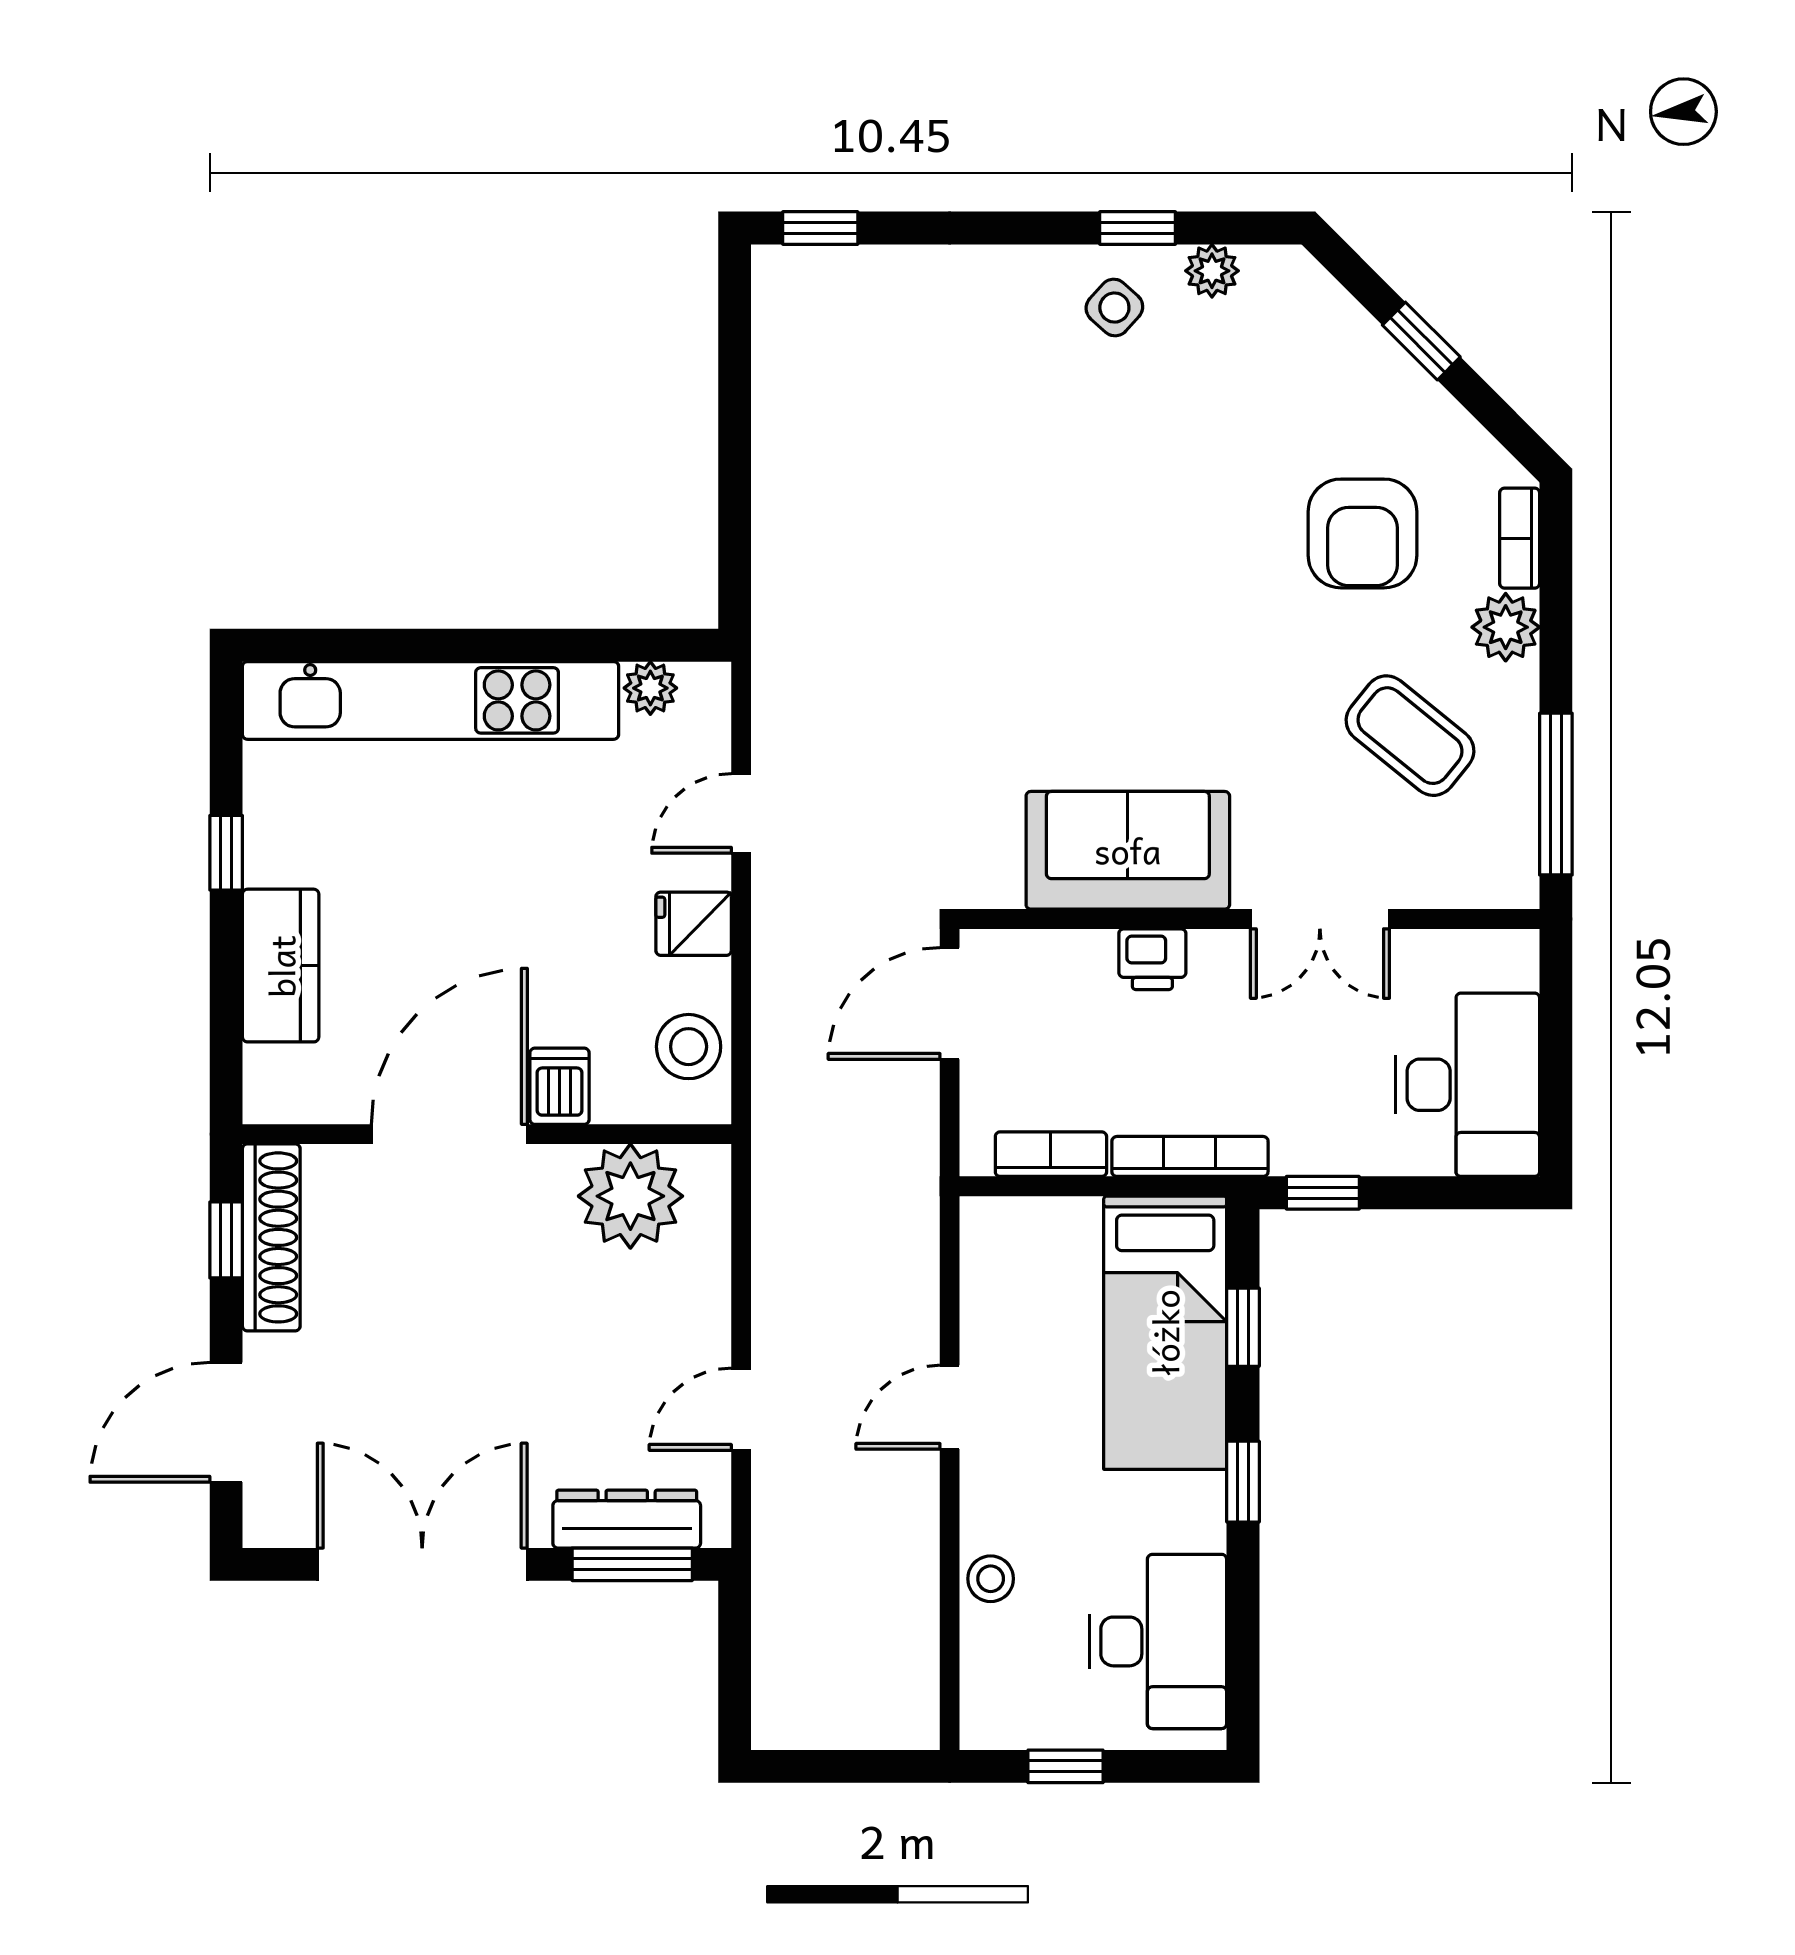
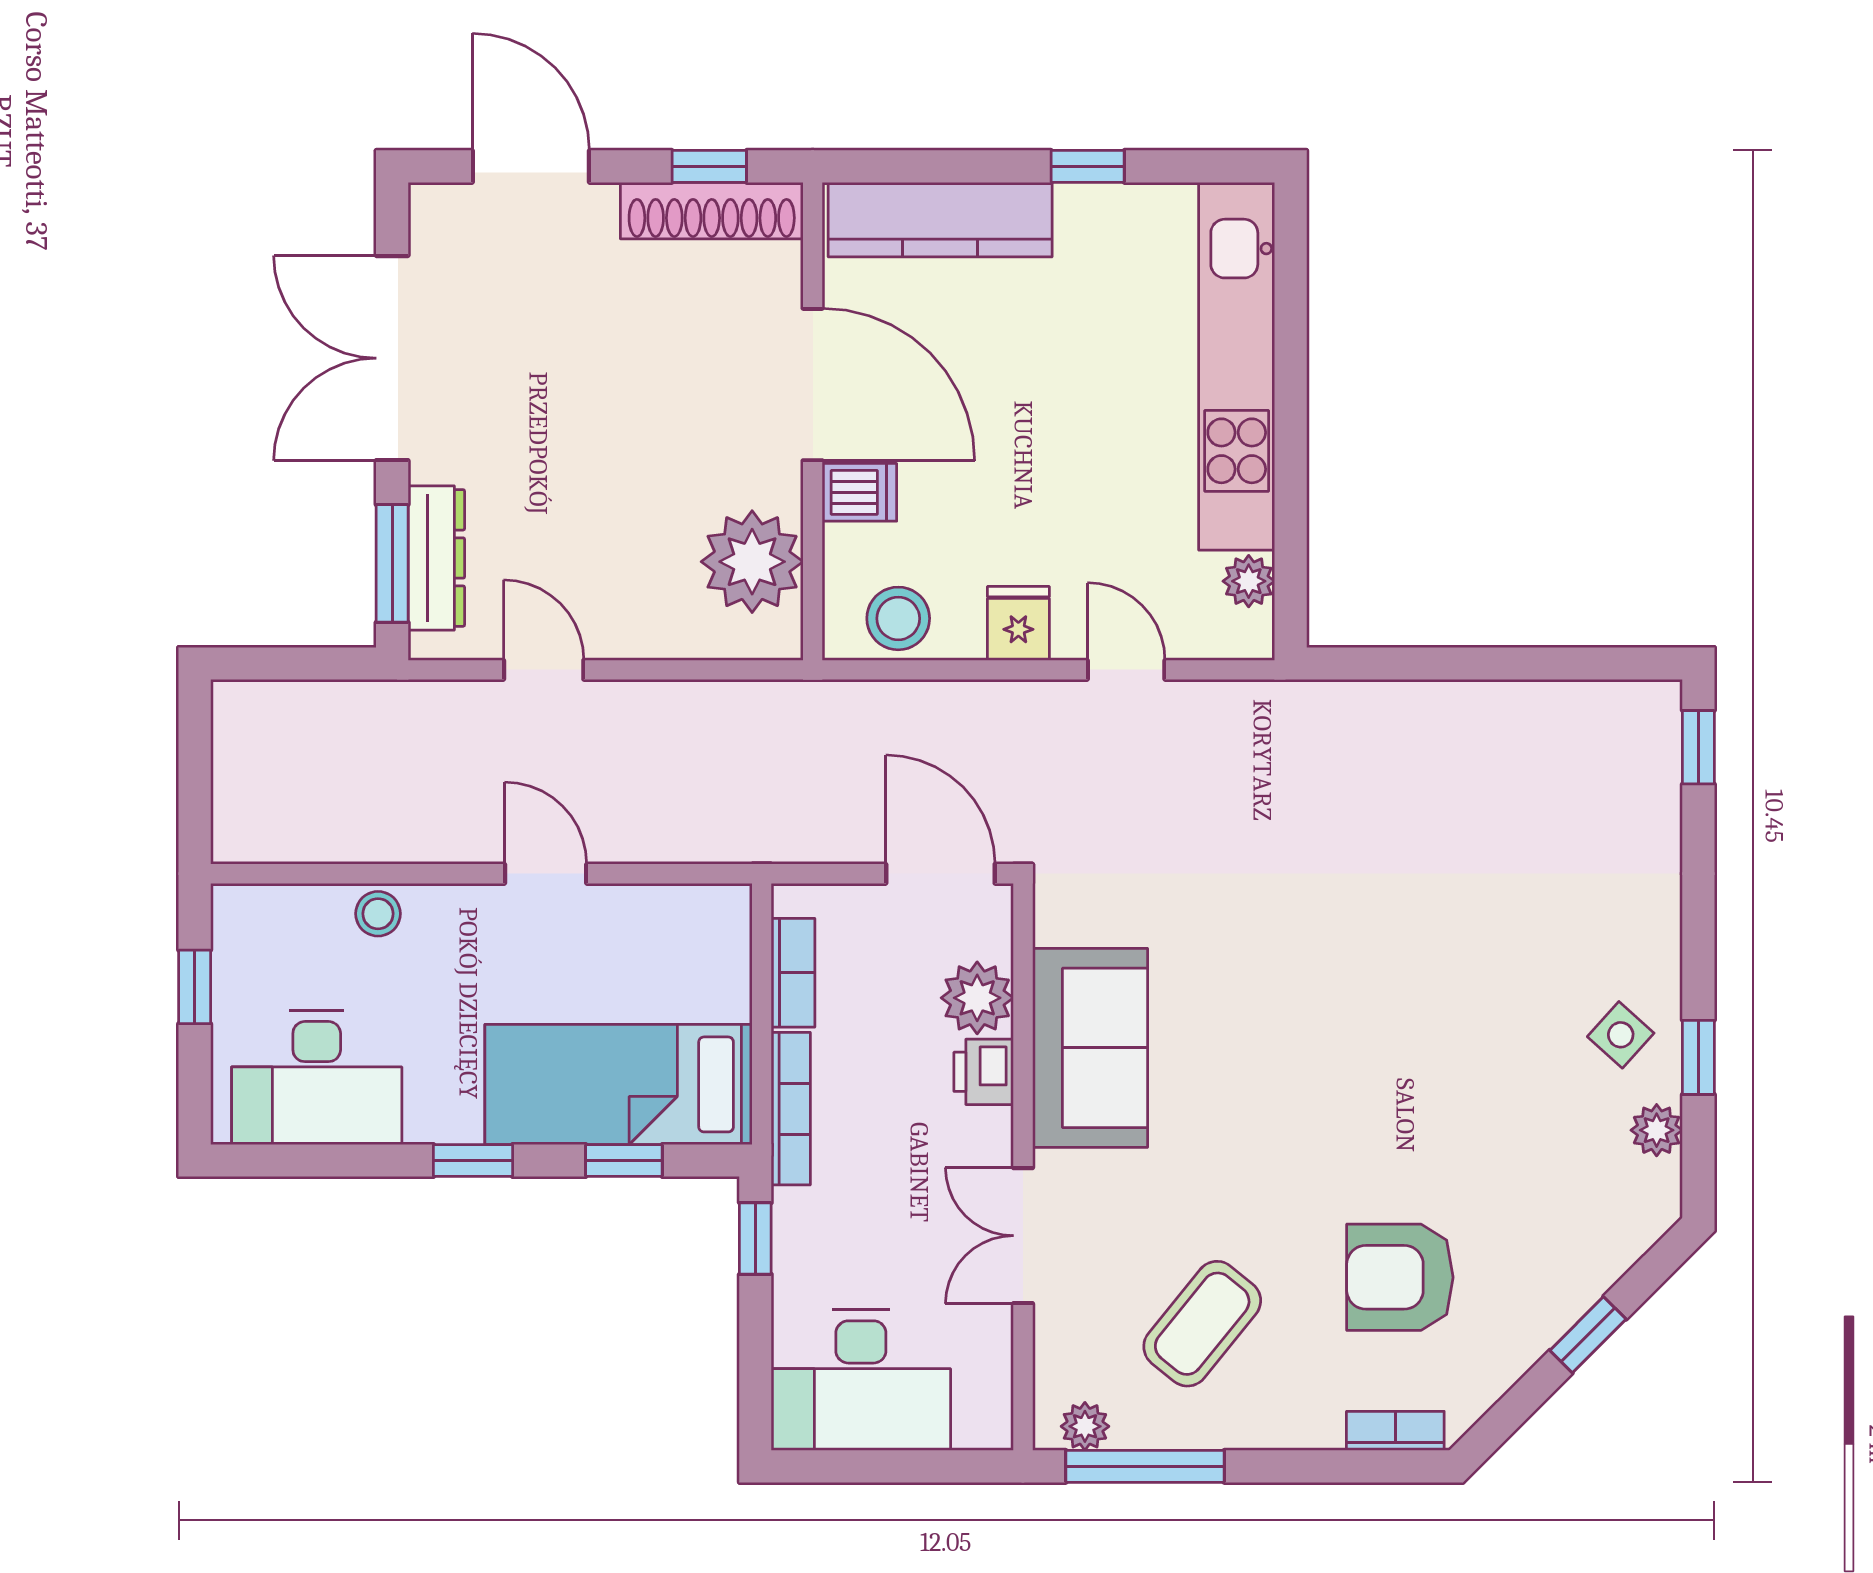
plant: (1506, 627) -> (1085, 1426), moved, width x0.73, depth x0.73
kitchen counter: (281, 966) -> (940, 220), width x1.50
plant: (1077, 966) -> (977, 998), added
double door: (422, 1564) -> (392, 358), swing flipped

